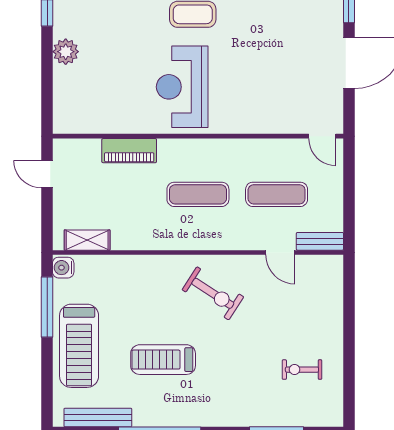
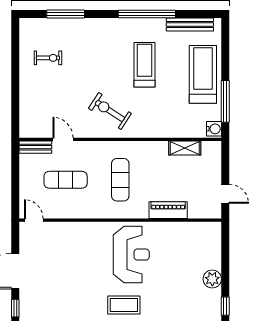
exercise mat: (198, 194) -> (120, 180), turned 90
shelving: (87, 240) -> (185, 148), moved
treadmill: (163, 360) -> (145, 65), turned -90

